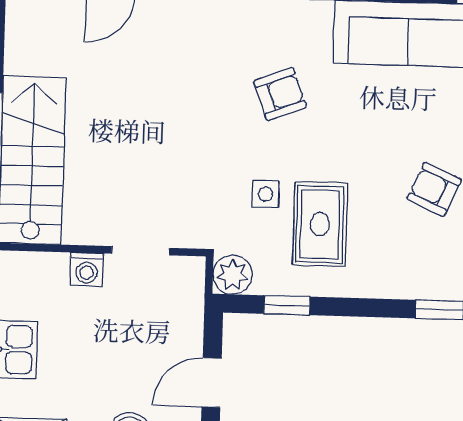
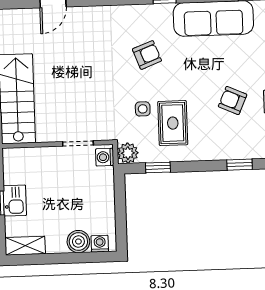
washing machine: (87, 269) -> (105, 157), moved, turned 90
door: (212, 383) -> (120, 211), removed

